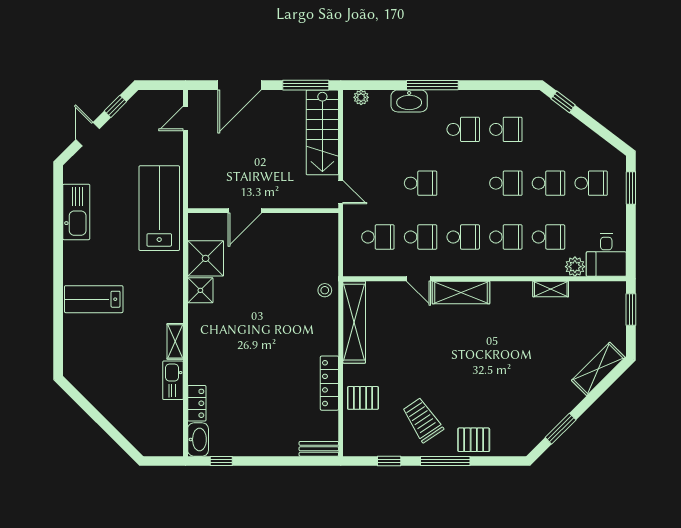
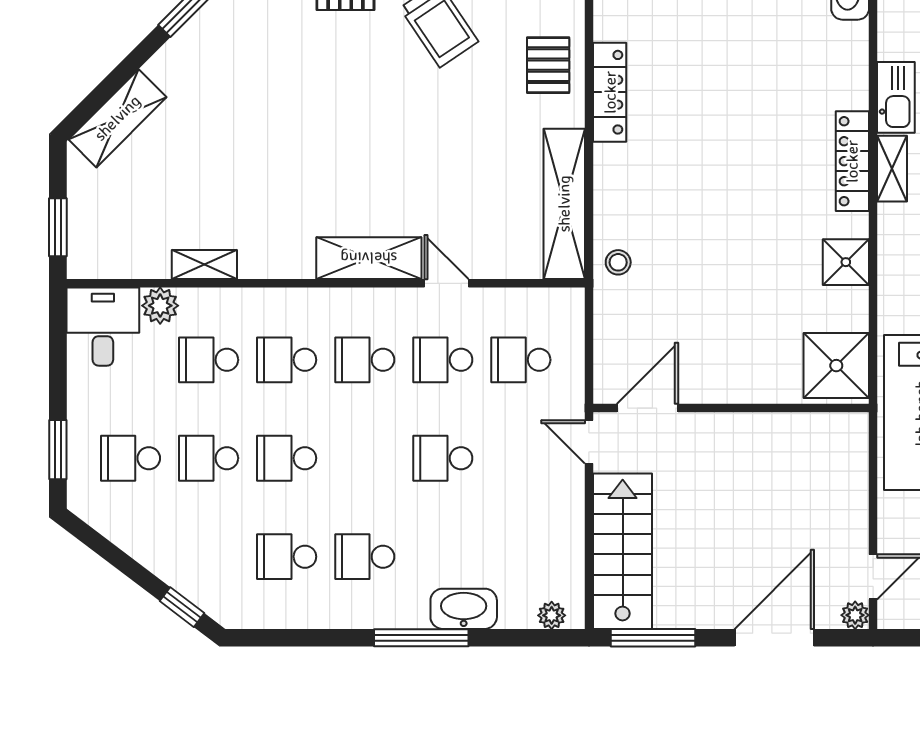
plant: (195, 97) -> (855, 615), added
door: (245, 211) -> (647, 408), moved
shower: (206, 258) -> (836, 366), moved
pallet: (363, 398) -> (548, 65), turned 90
locker: (197, 403) -> (852, 161), moved, width x1.53

